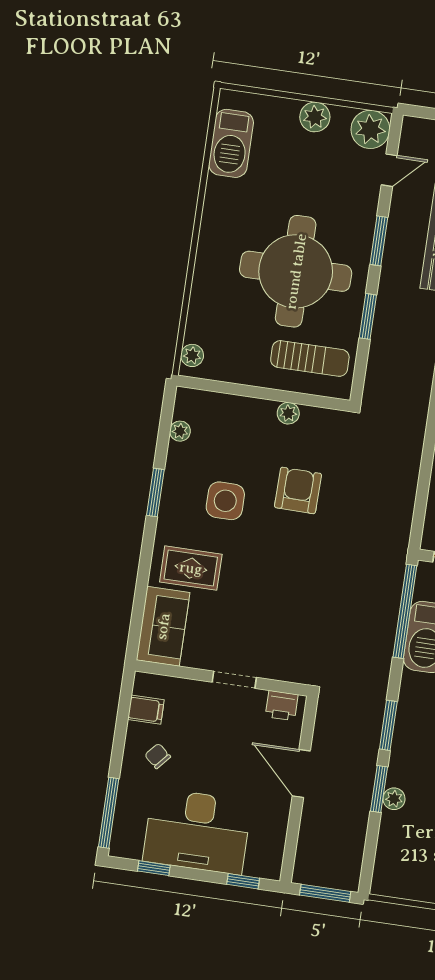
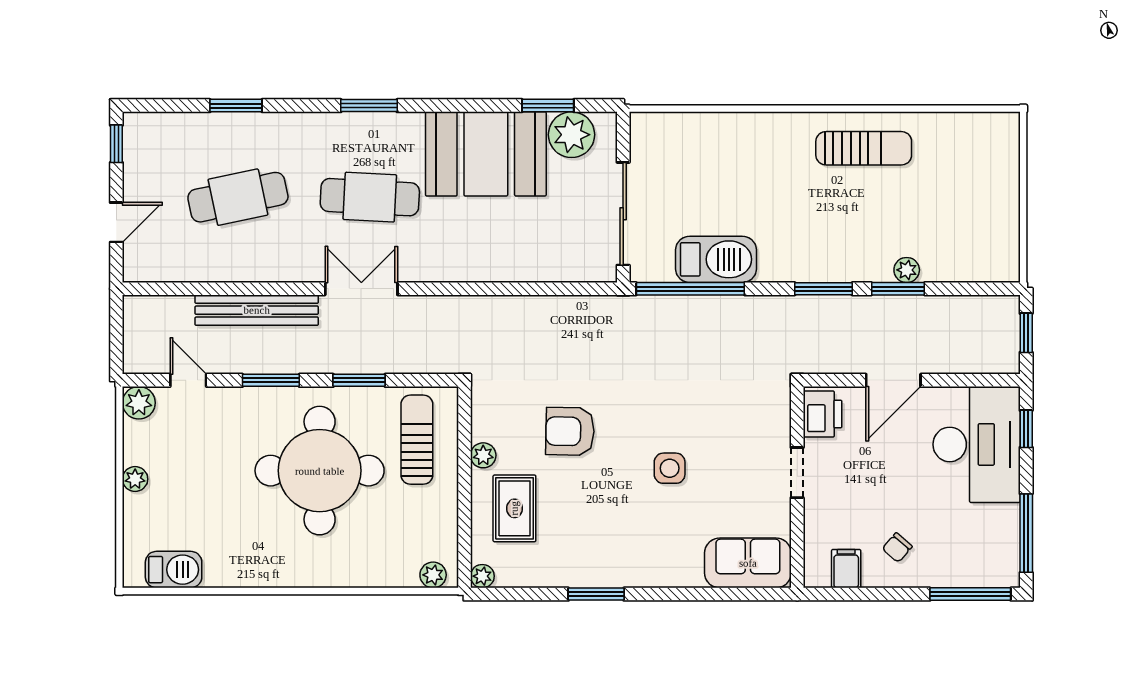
plant: (315, 117) -> (135, 479), width x0.73, depth x0.73
plant: (370, 129) -> (139, 403), width x0.73, depth x0.73
barbecue: (231, 143) -> (174, 570), width x0.73, depth x0.83
plant: (180, 431) -> (482, 576), moved
side table: (225, 501) -> (670, 468), moved, width x0.73, depth x0.73
rug: (191, 568) -> (514, 508), moved
printer: (282, 706) -> (823, 414), width x1.36, depth x1.24
desk: (197, 831) -> (977, 444), moved
window: (154, 868) -> (1026, 533), width x2.17
window: (325, 893) -> (1026, 333), width x0.67

